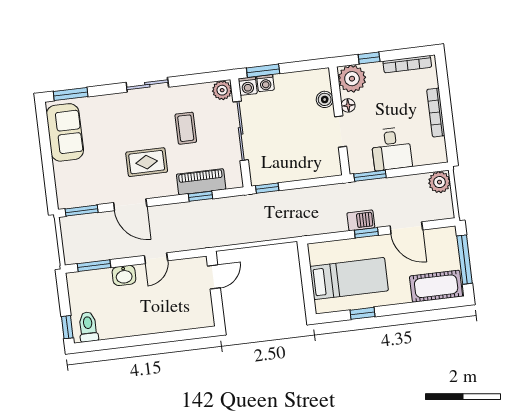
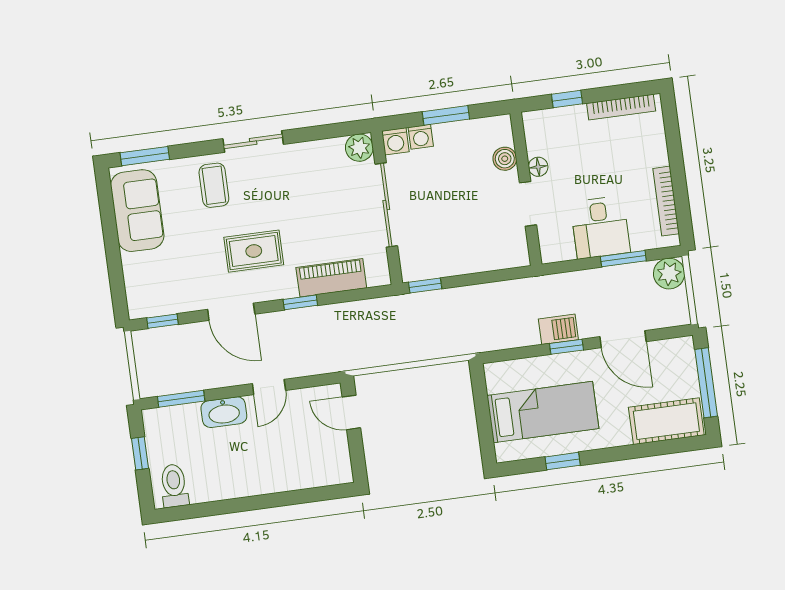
window: (263, 71) -> (446, 115), moved
plant: (352, 79) -> (543, 129), removed
bookcase: (436, 113) -> (666, 201), moved
coffee table: (186, 128) -> (214, 185), moved
window: (370, 176) -> (623, 259), moved
window: (201, 196) -> (300, 302), moved
window: (82, 211) -> (162, 321), width x0.67
washbasin: (124, 275) -> (224, 412), width x1.38
door: (214, 277) -> (351, 412), swing flipped
window: (67, 327) -> (140, 453), moved

